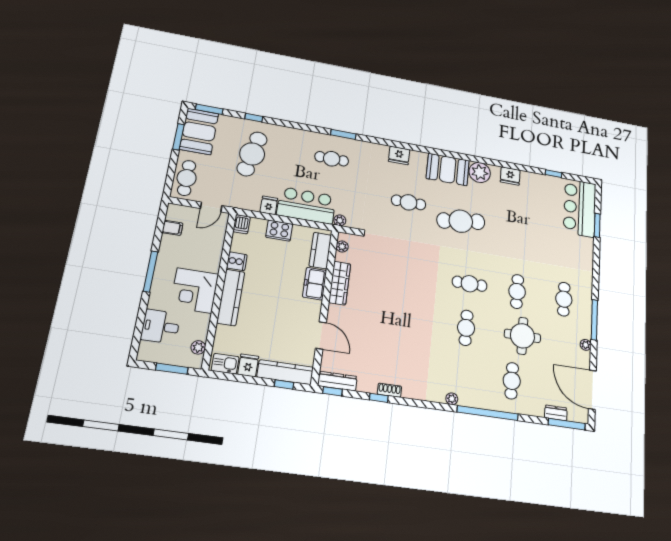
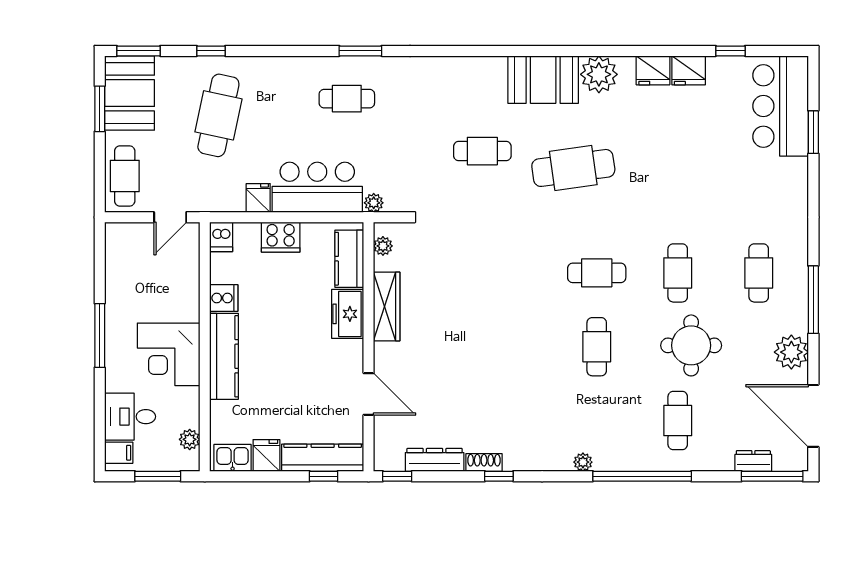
fridge: (399, 155) -> (689, 70), moved
filing cabinet: (173, 228) -> (119, 453), moved
plant: (586, 345) -> (791, 352), width x1.88, depth x1.88
dresser: (337, 381) -> (435, 460), moved
window: (379, 398) -> (499, 476), moved

